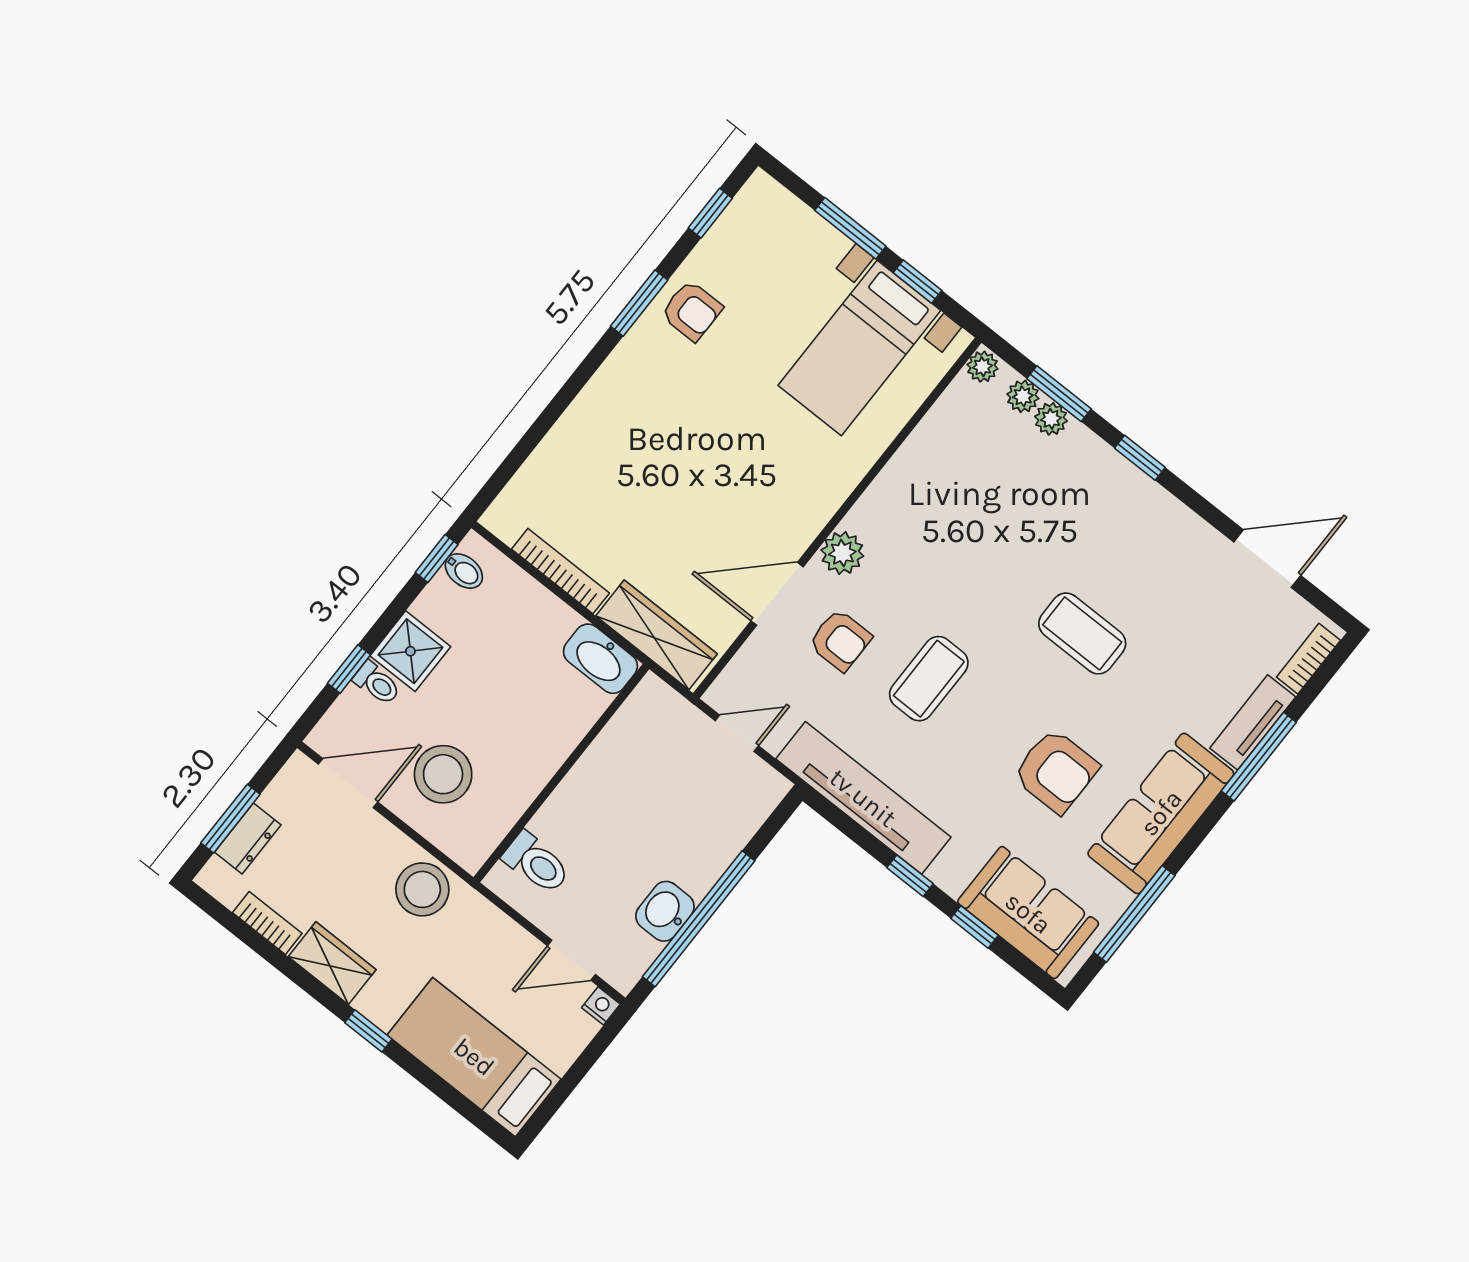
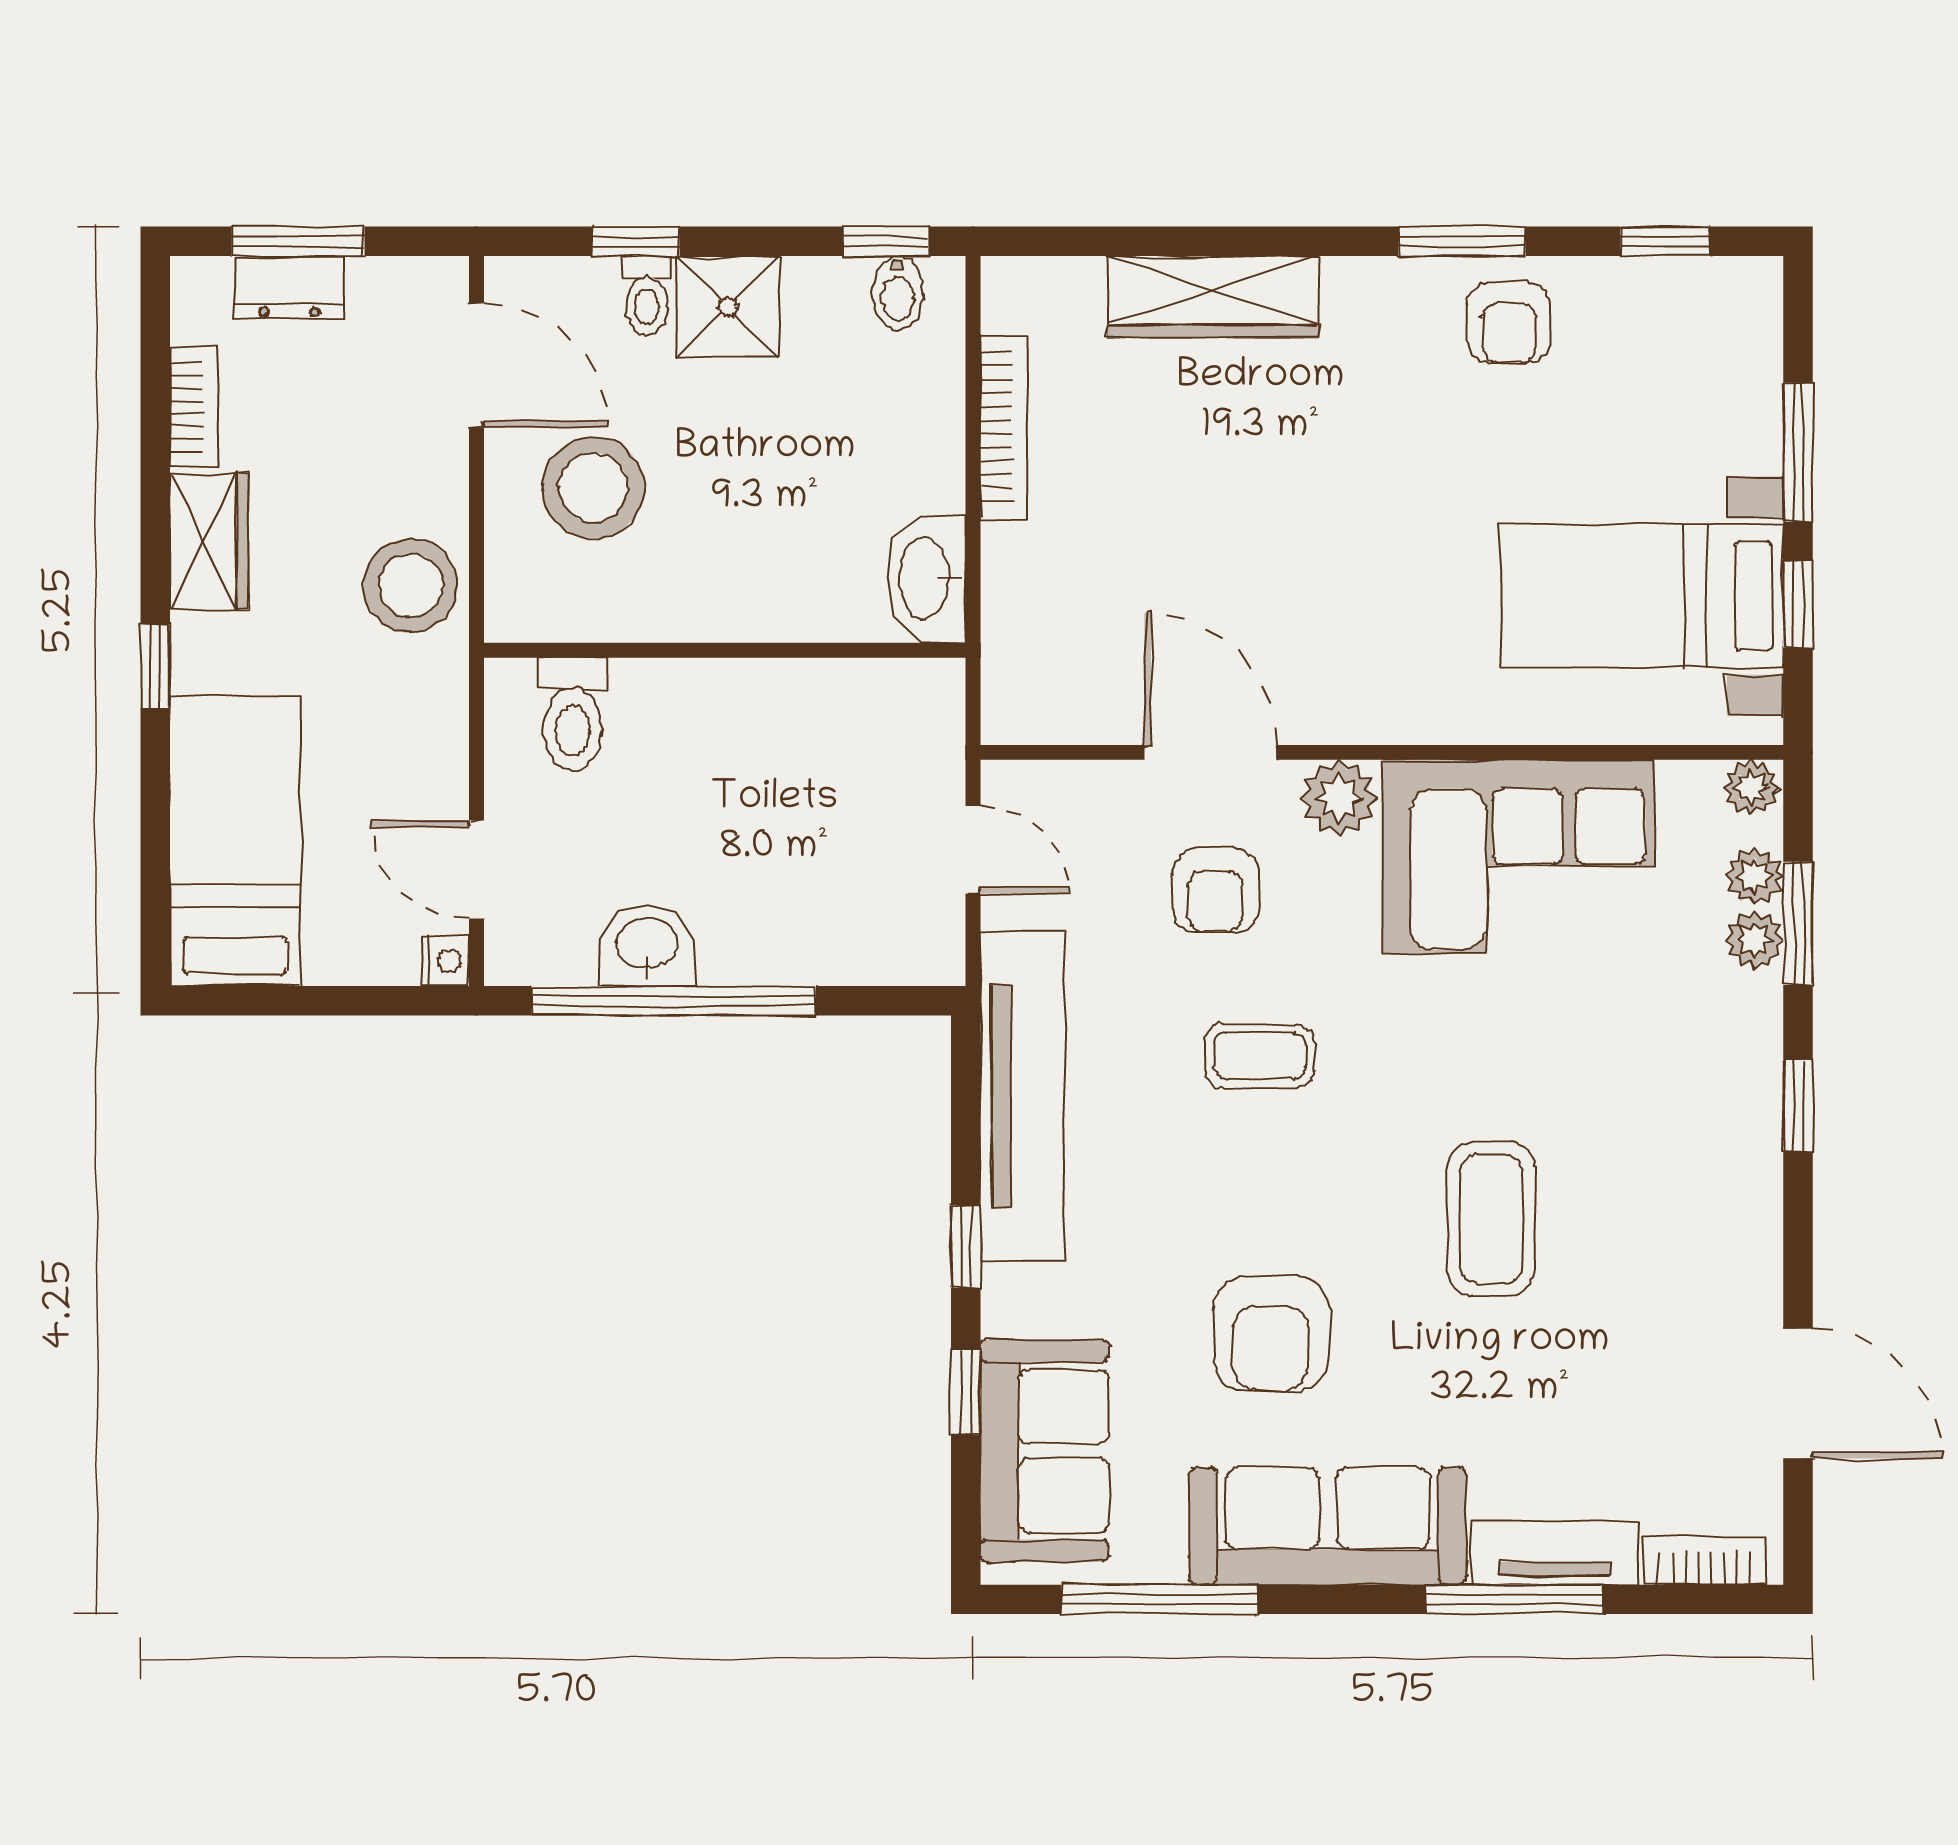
corner sofa: (931, 494) -> (1519, 857), added
wardrobe: (656, 635) -> (1213, 297), moved, turned 90
coffee table: (929, 679) -> (1260, 1056), width x0.73, depth x0.77

